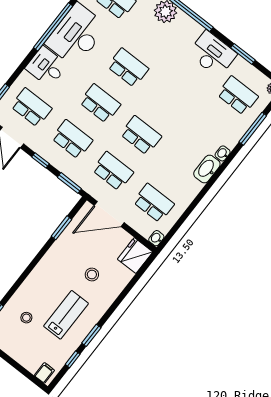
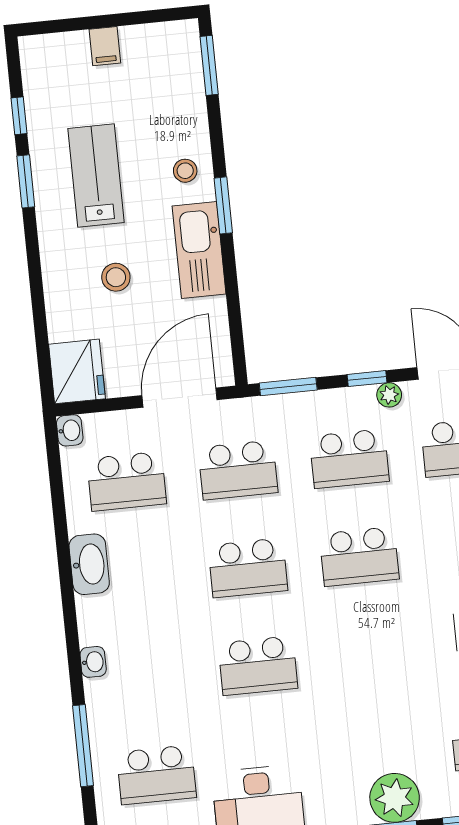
school desk: (128, 68) -> (258, 666), moved
plant: (38, 148) -> (389, 395), added
washbasin: (207, 169) -> (89, 564), moved
window: (61, 228) -> (223, 205), moved
kitchen sink: (55, 257) -> (199, 250), added
lab bench: (66, 315) -> (96, 176), turned 180
stool: (26, 318) -> (185, 171), moved
filing cabinet: (44, 373) -> (105, 46), moved

